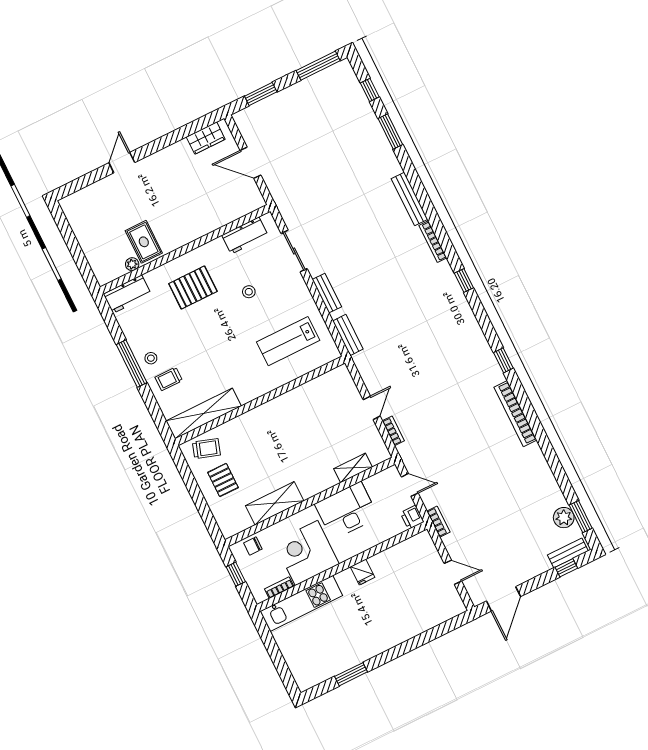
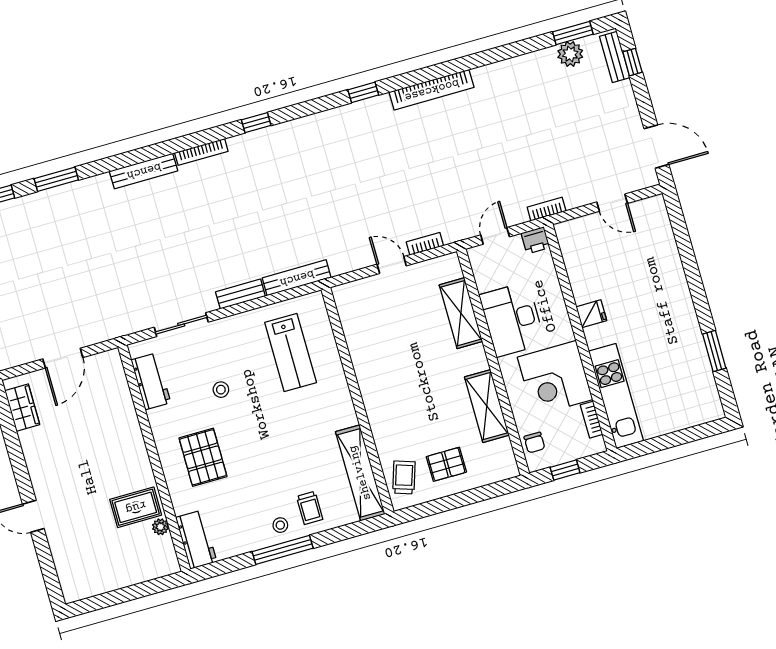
bench: (348, 335) -> (297, 278), width x1.36
shelving: (353, 468) -> (461, 313), width x1.50, depth x1.33
door: (453, 572) -> (612, 203), swing flipped

